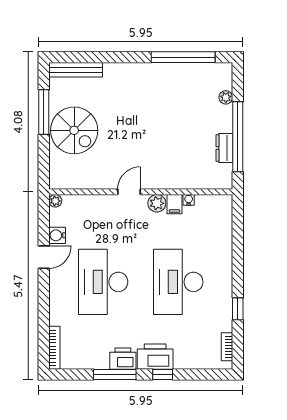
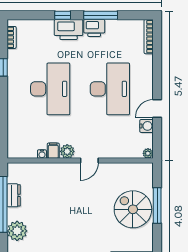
plant: (226, 97) -> (17, 231), width x1.88, depth x1.88
window: (44, 112) -> (157, 206), moved

